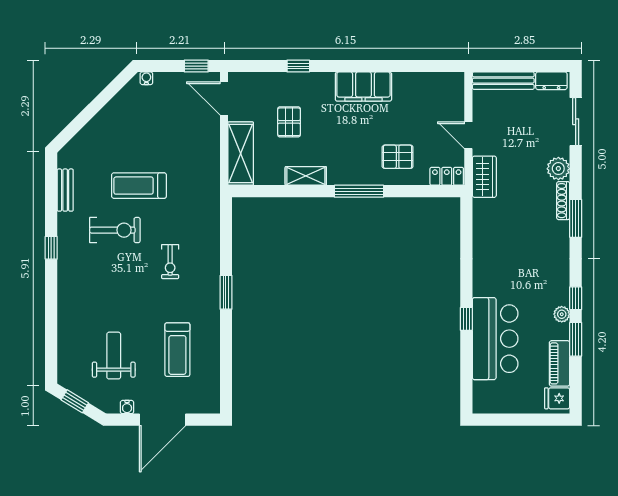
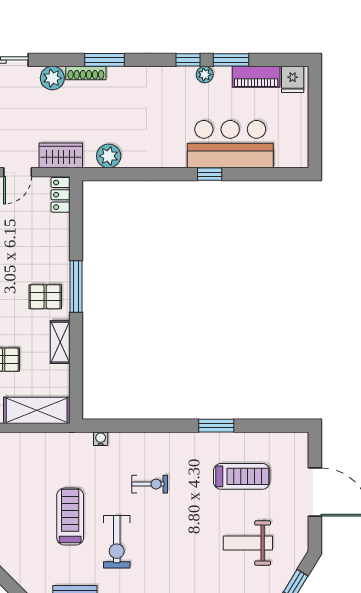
pallet: (398, 157) -> (45, 297), moved, turned 90
treadmill: (139, 186) -> (70, 517), turned 180
plant: (484, 222) -> (109, 156), added
exercise bike: (115, 230) -> (117, 542), turned 180
window: (226, 292) -> (216, 426), moved
water cooler: (127, 407) -> (101, 439), moved, turned -90

